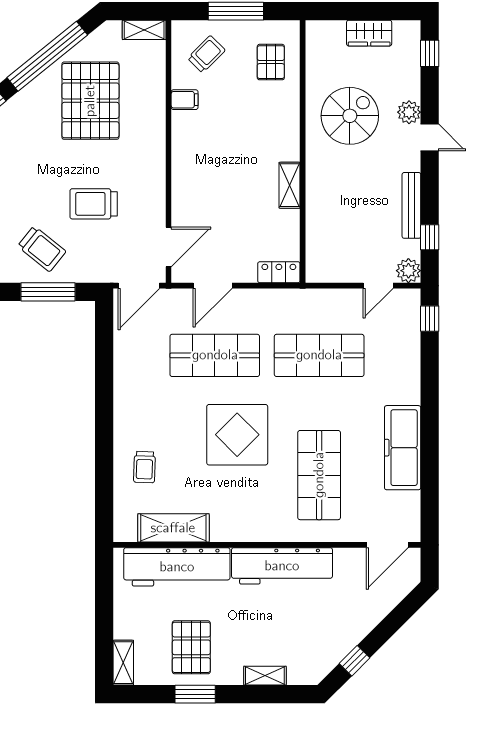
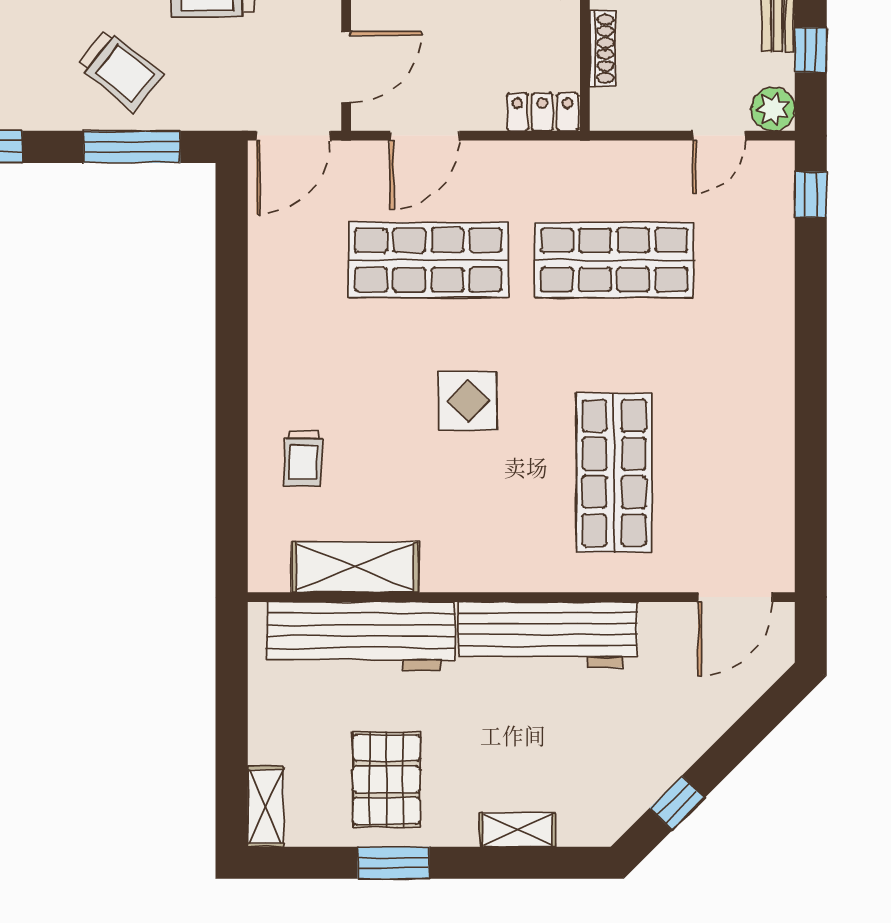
shoe rack: (313, 237) -> (602, 49), added
display table: (237, 435) -> (468, 401), width x0.54, depth x0.54
freezer: (403, 448) -> (763, 424), removed

